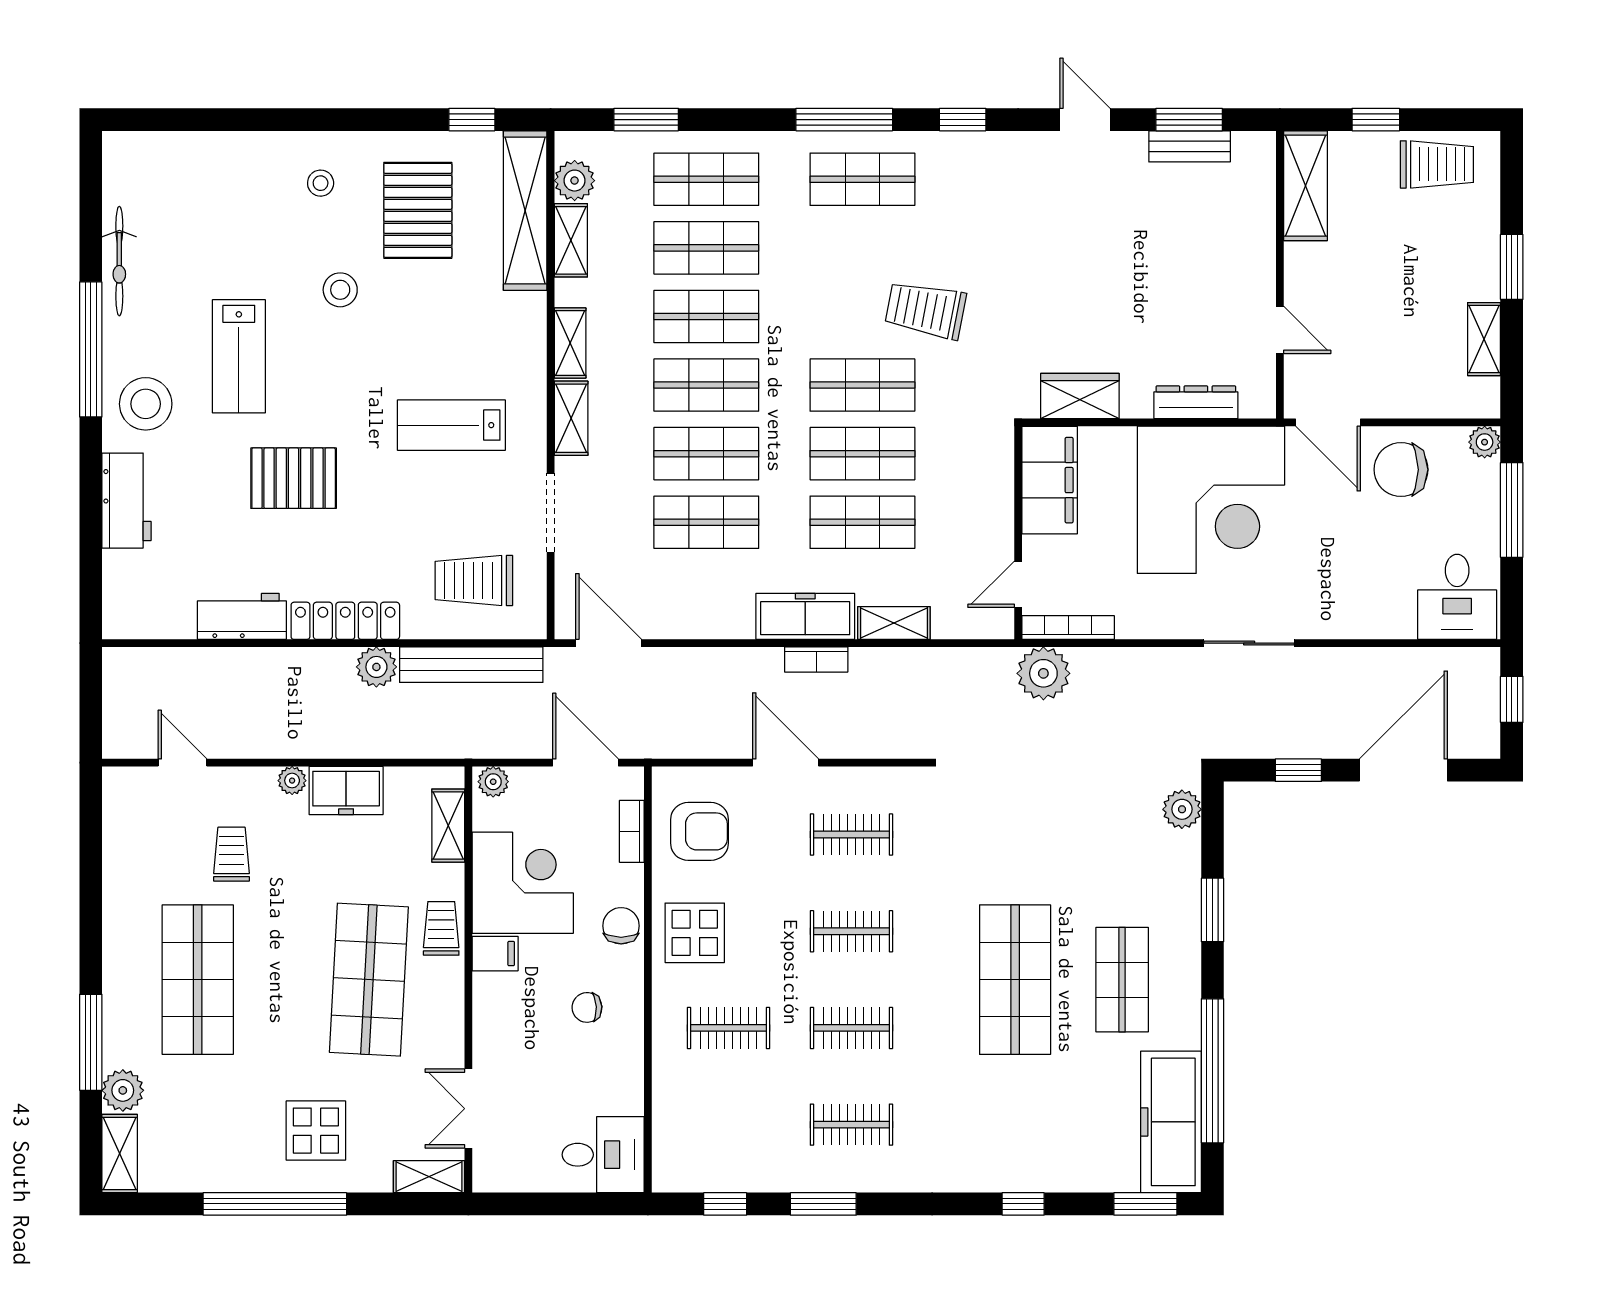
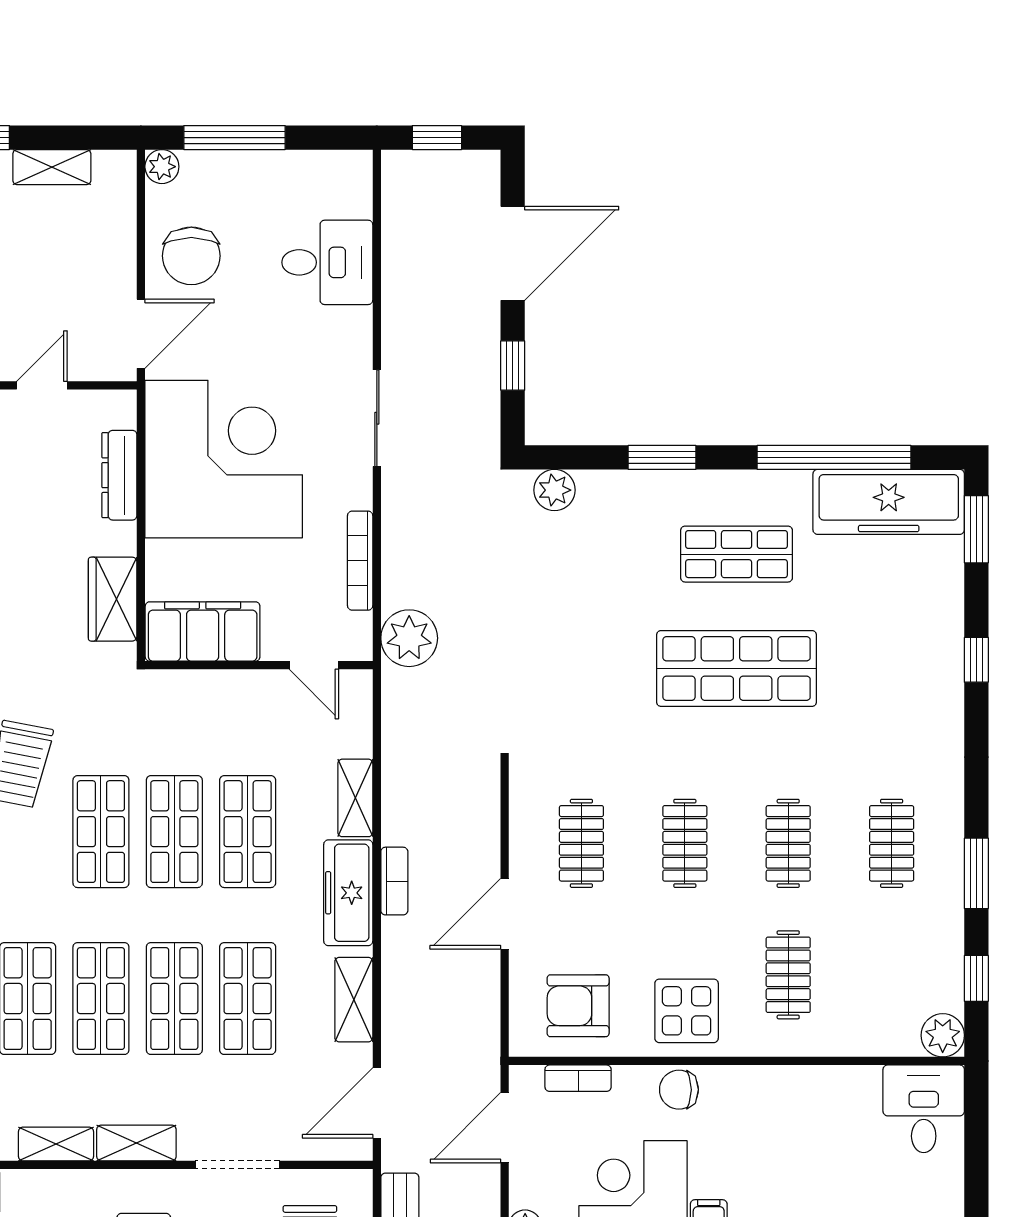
desk: (1457, 597) -> (327, 262), moved
shelving: (705, 622) -> (354, 1000), added
bookcase: (1068, 627) -> (360, 561), moved
door: (1403, 770) -> (513, 253), swing flipped
armchair: (700, 831) -> (578, 1006), turned -90
chair: (587, 1007) -> (766, 1126), removed
plant: (672, 1172) -> (943, 1035), added

